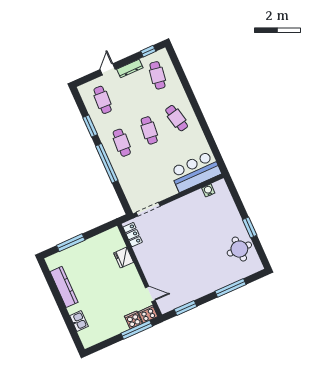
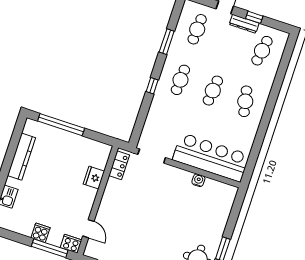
window: (148, 51) -> (254, 17), moved
window: (107, 163) -> (152, 86), width x0.32
bar counter: (195, 171) -> (211, 157), width x1.36
water cooler: (208, 190) -> (198, 180), moved
window: (71, 243) -> (61, 125), width x1.46
cooker: (133, 320) -> (40, 233), moved

